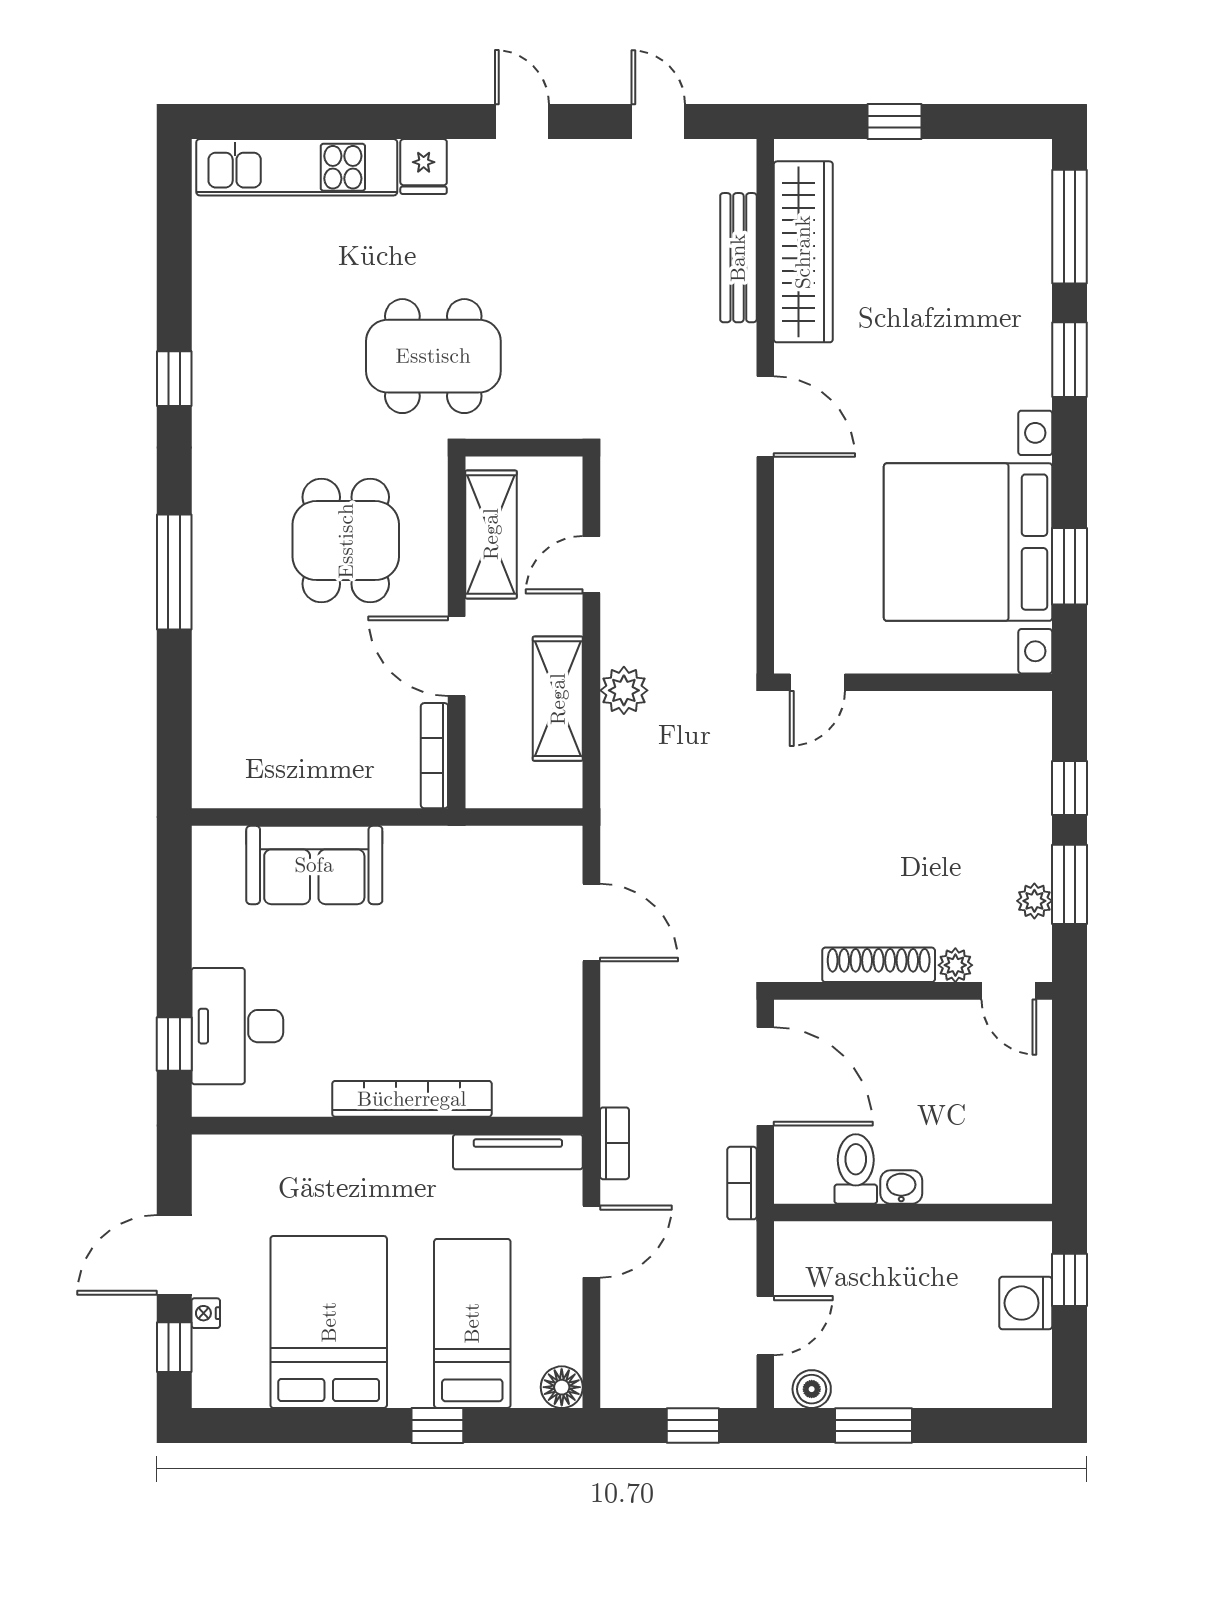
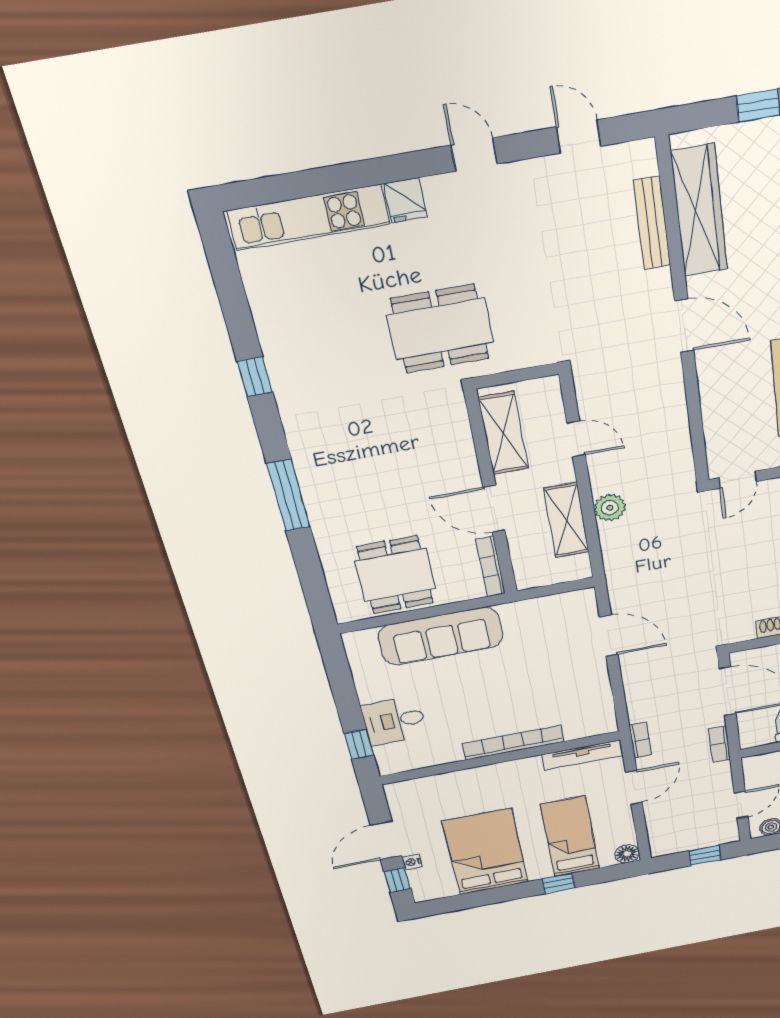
dining table: (346, 541) -> (395, 575), moved
door: (591, 565) -> (576, 439), swing flipped
sofa: (314, 865) -> (441, 636), width x1.36
desk: (237, 1026) -> (394, 721), width x0.73

